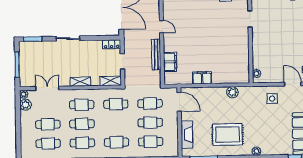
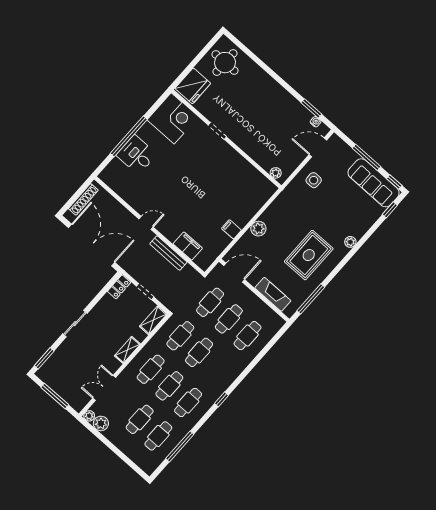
filing cabinet: (202, 78) -> (231, 229), width x0.50
plant: (232, 92) -> (258, 229), moved
cafe table: (116, 142) -> (199, 352), moved

